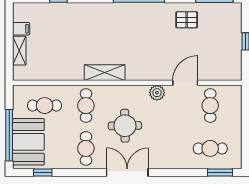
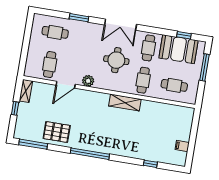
pallet: (187, 20) -> (57, 132), width x1.50, depth x1.42
shelving: (19, 51) -> (26, 91), moved
window: (9, 135) -> (205, 67), width x0.68
booth: (28, 142) -> (179, 49), moved, turned 90
window: (220, 173) -> (79, 18), moved

